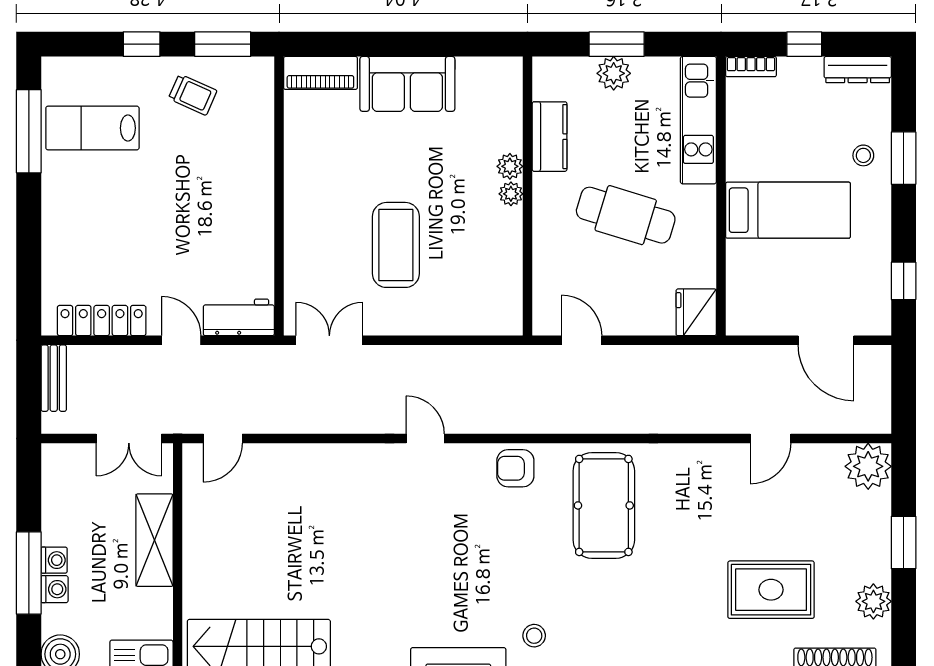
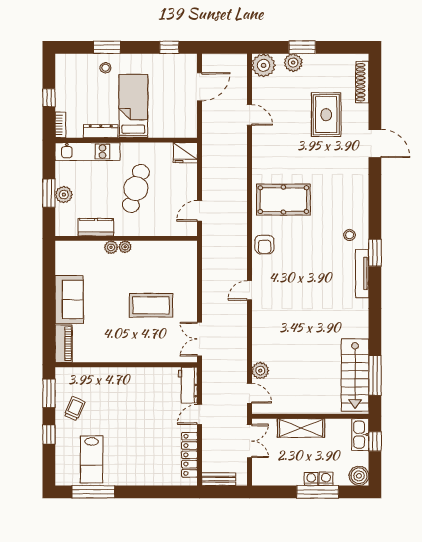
dresser: (858, 70) -> (101, 131), moved, turned -90
plant: (267, 460) -> (260, 371), added
plant: (873, 601) -> (293, 63), moved

